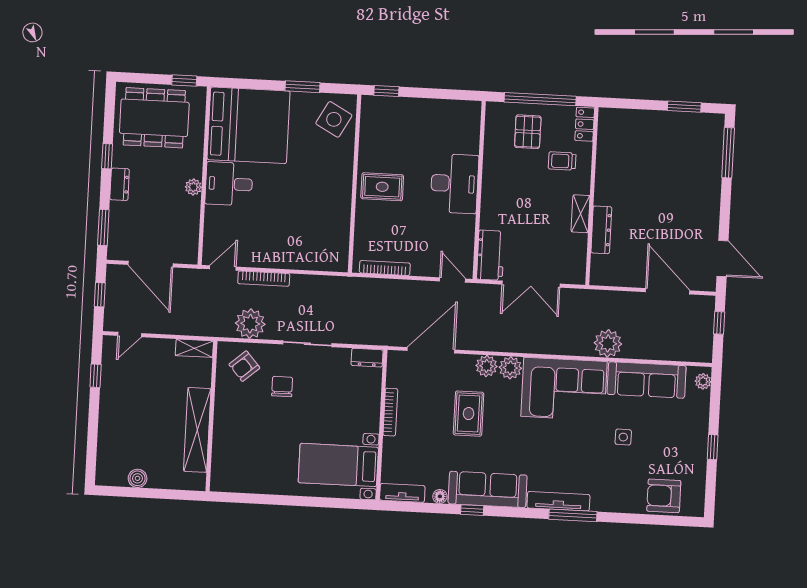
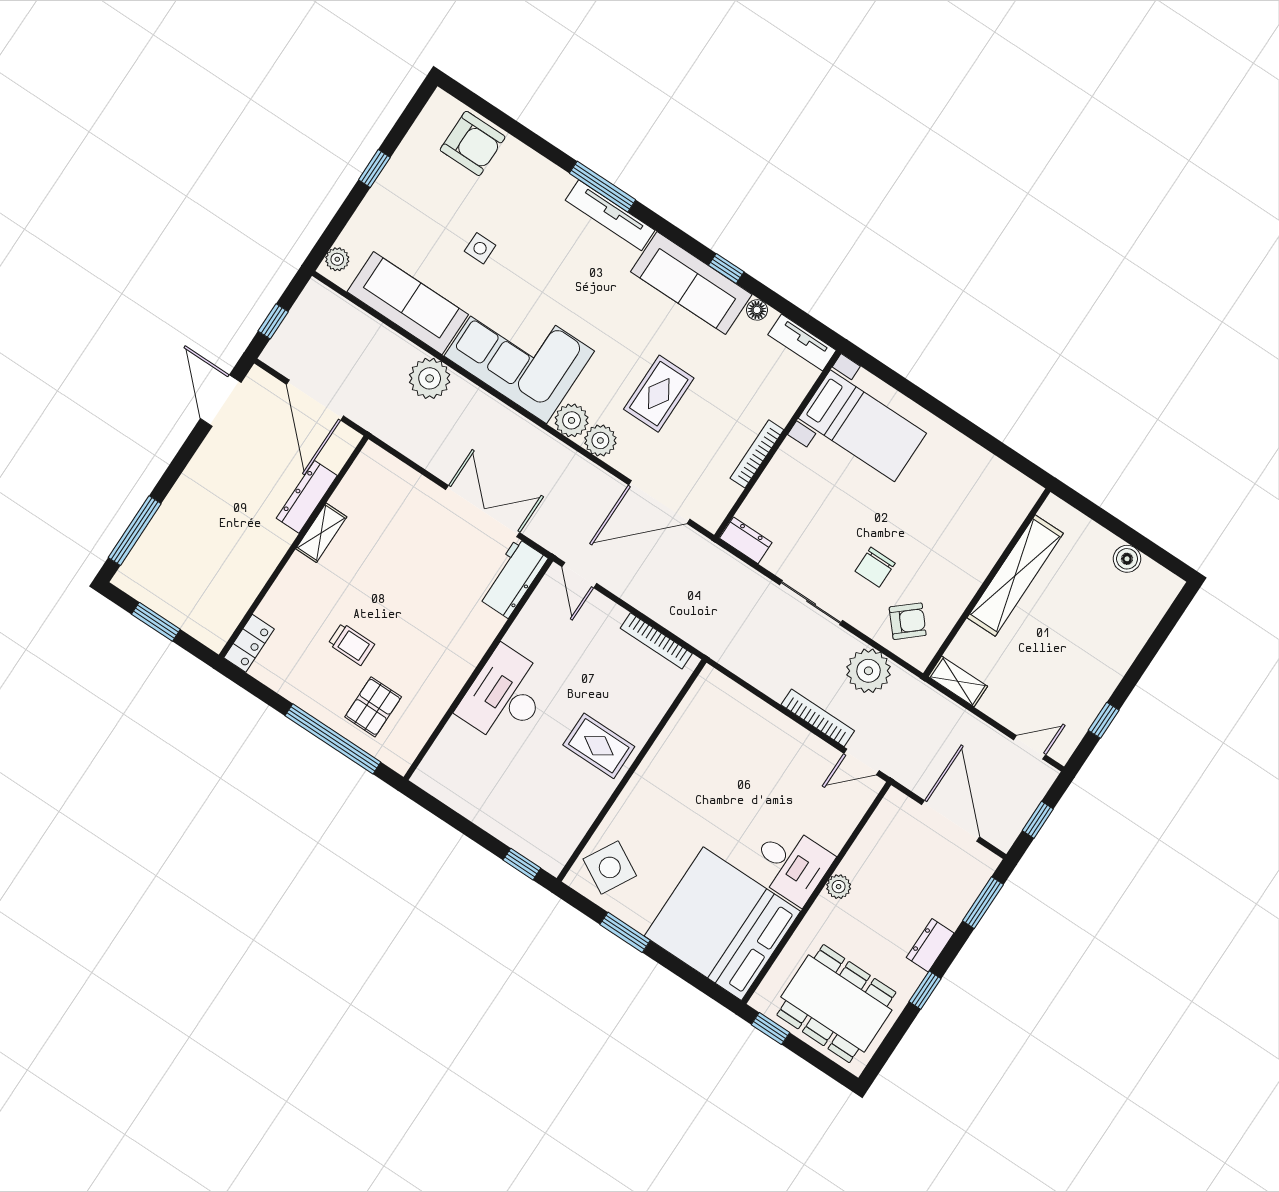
locker: (585, 124) -> (249, 643), moved
wall: (592, 196) -> (294, 547), moved
shelving: (581, 214) -> (321, 533), moved
dresser: (601, 230) -> (307, 497), moved

